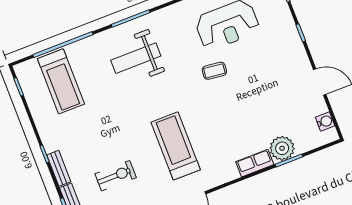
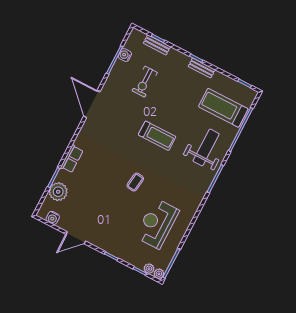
weight bench: (136, 58) -> (206, 147), moved
coffee table: (214, 71) -> (135, 182), moved
treadmill: (176, 146) -> (157, 136), moved, width x0.73, depth x0.73
plant: (282, 148) -> (58, 192), moved
bench: (59, 168) -> (202, 68), moved

